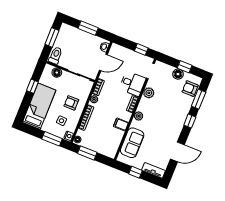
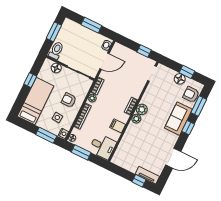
desk: (133, 84) -> (103, 146), moved
plant: (149, 93) -> (142, 109), moved
sofa: (132, 143) -> (178, 119), moved, turned 180
window: (135, 172) -> (139, 181), moved

